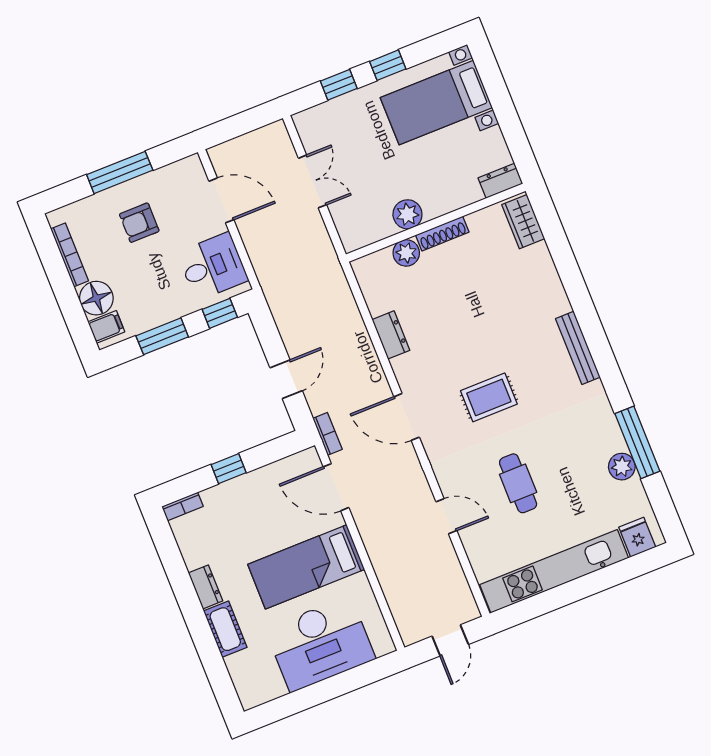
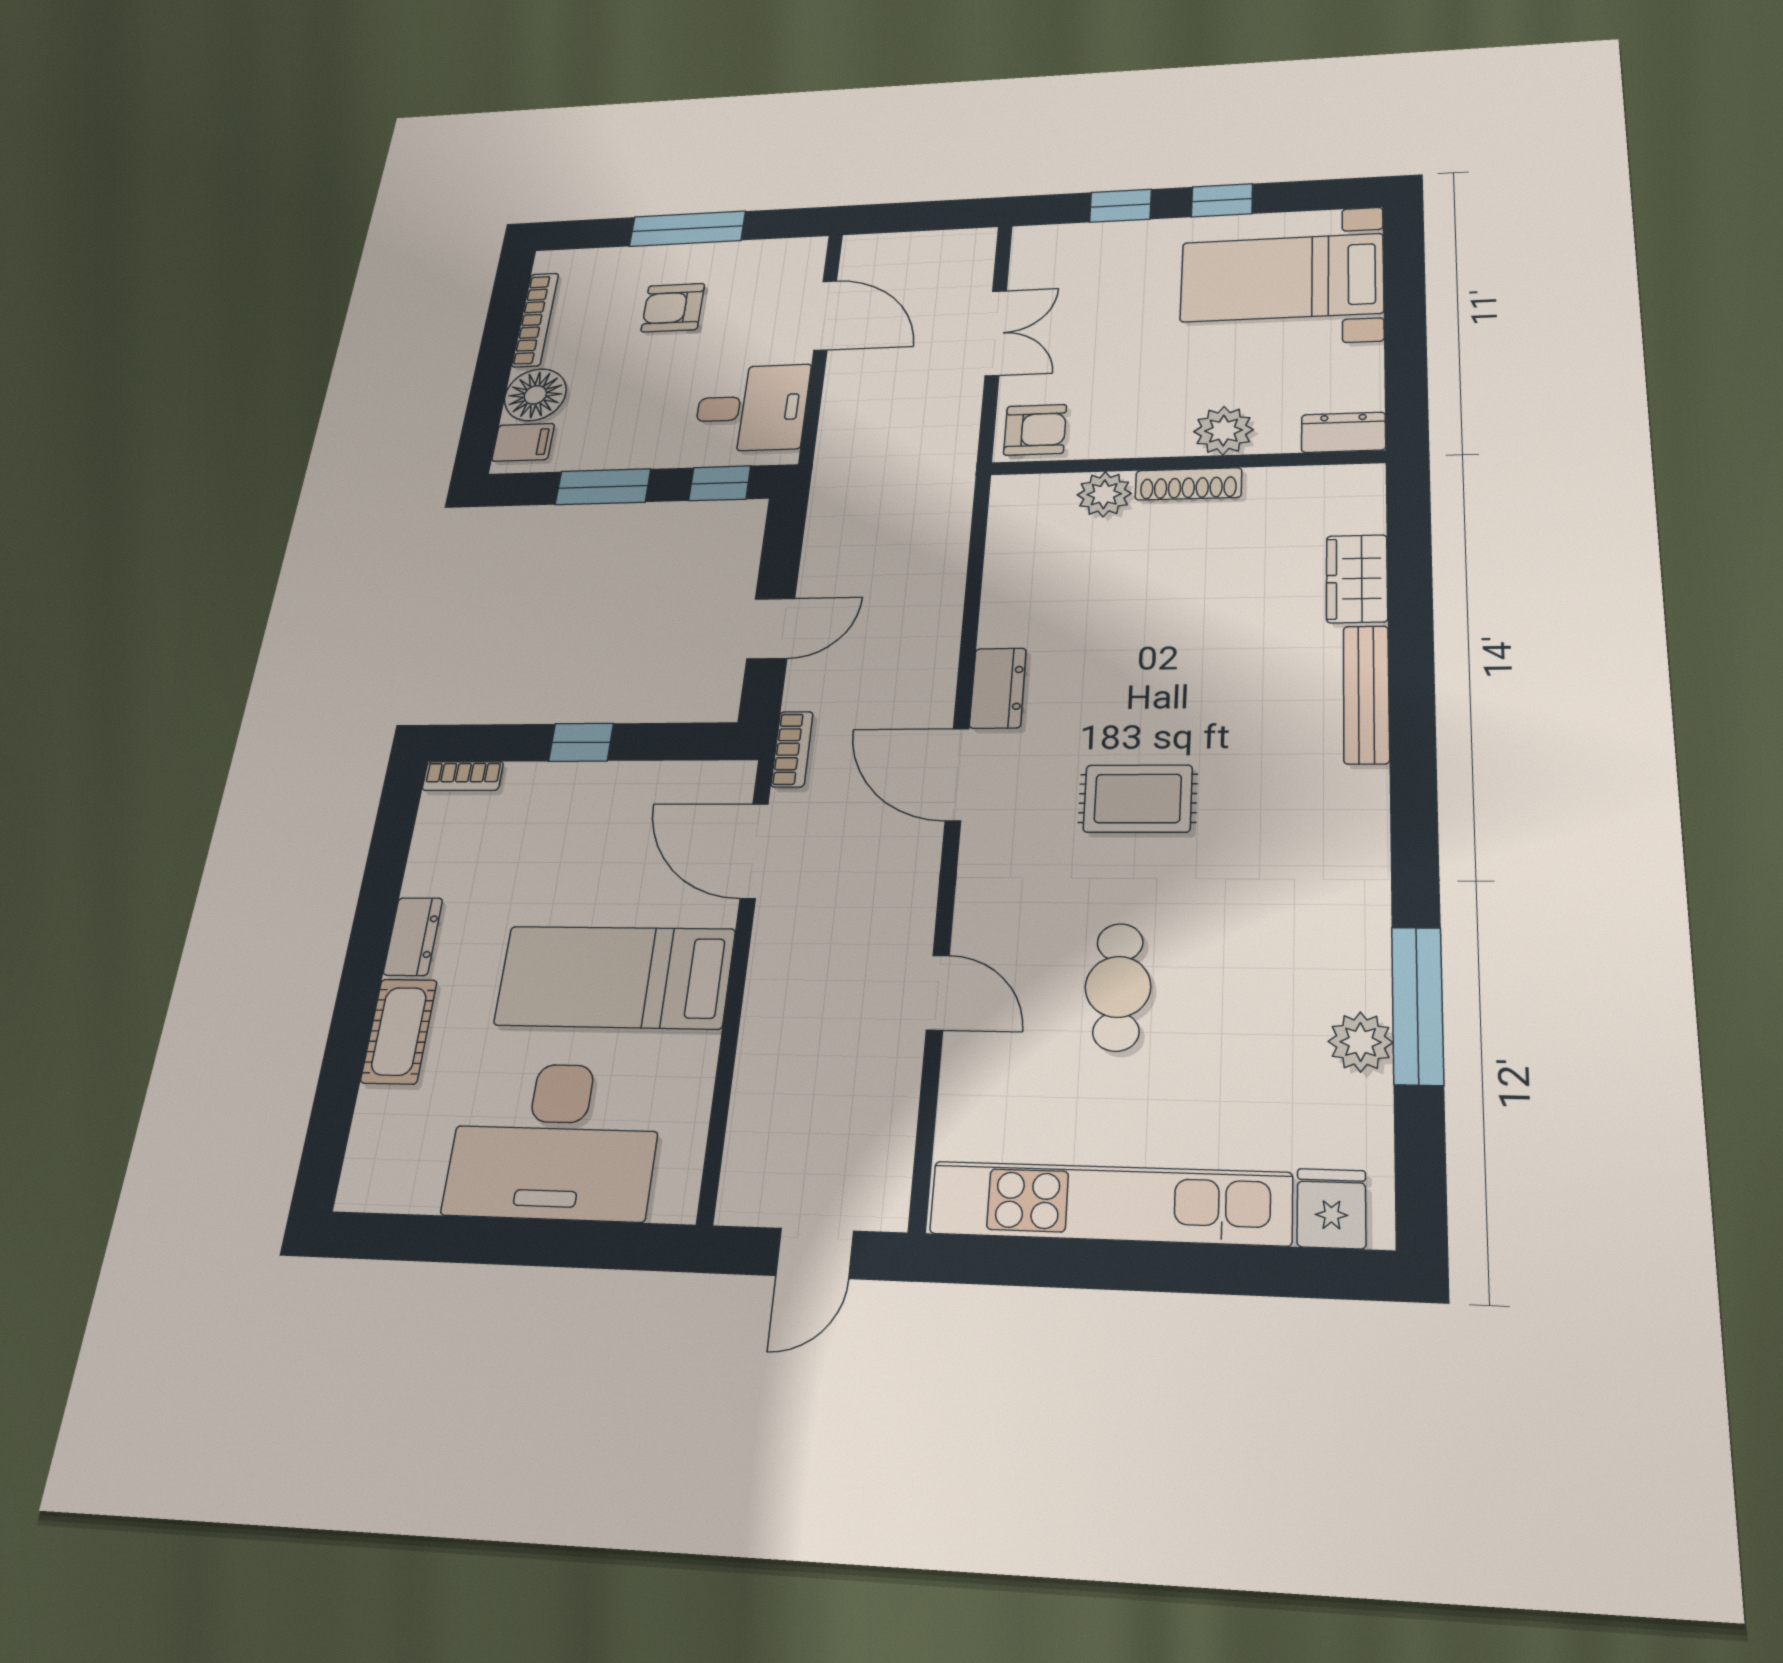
plant: (407, 214) -> (1224, 431), moved
wardrobe: (523, 222) -> (1357, 579), moved
armchair: (358, 230) -> (1035, 430), added
dresser: (391, 335) -> (998, 688), moved
bench: (578, 348) -> (1366, 694), moved

